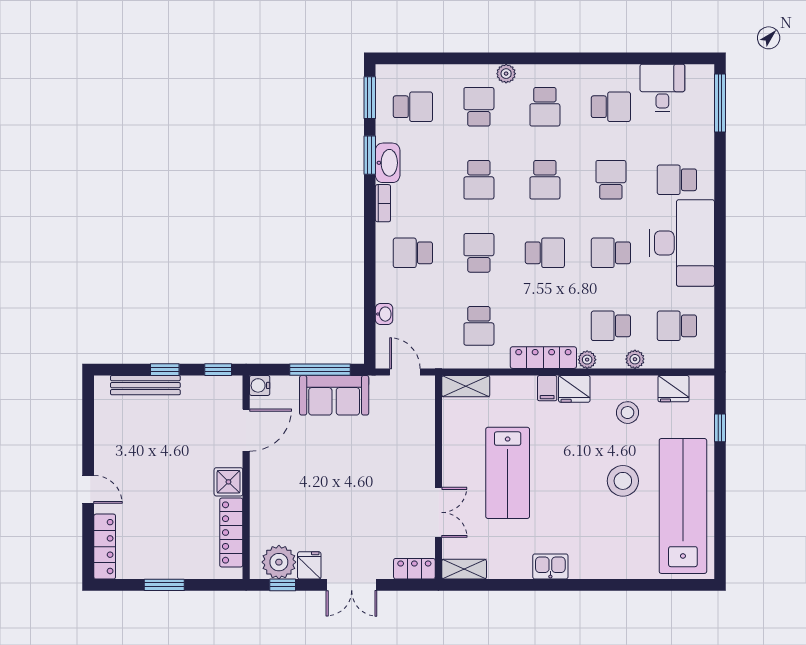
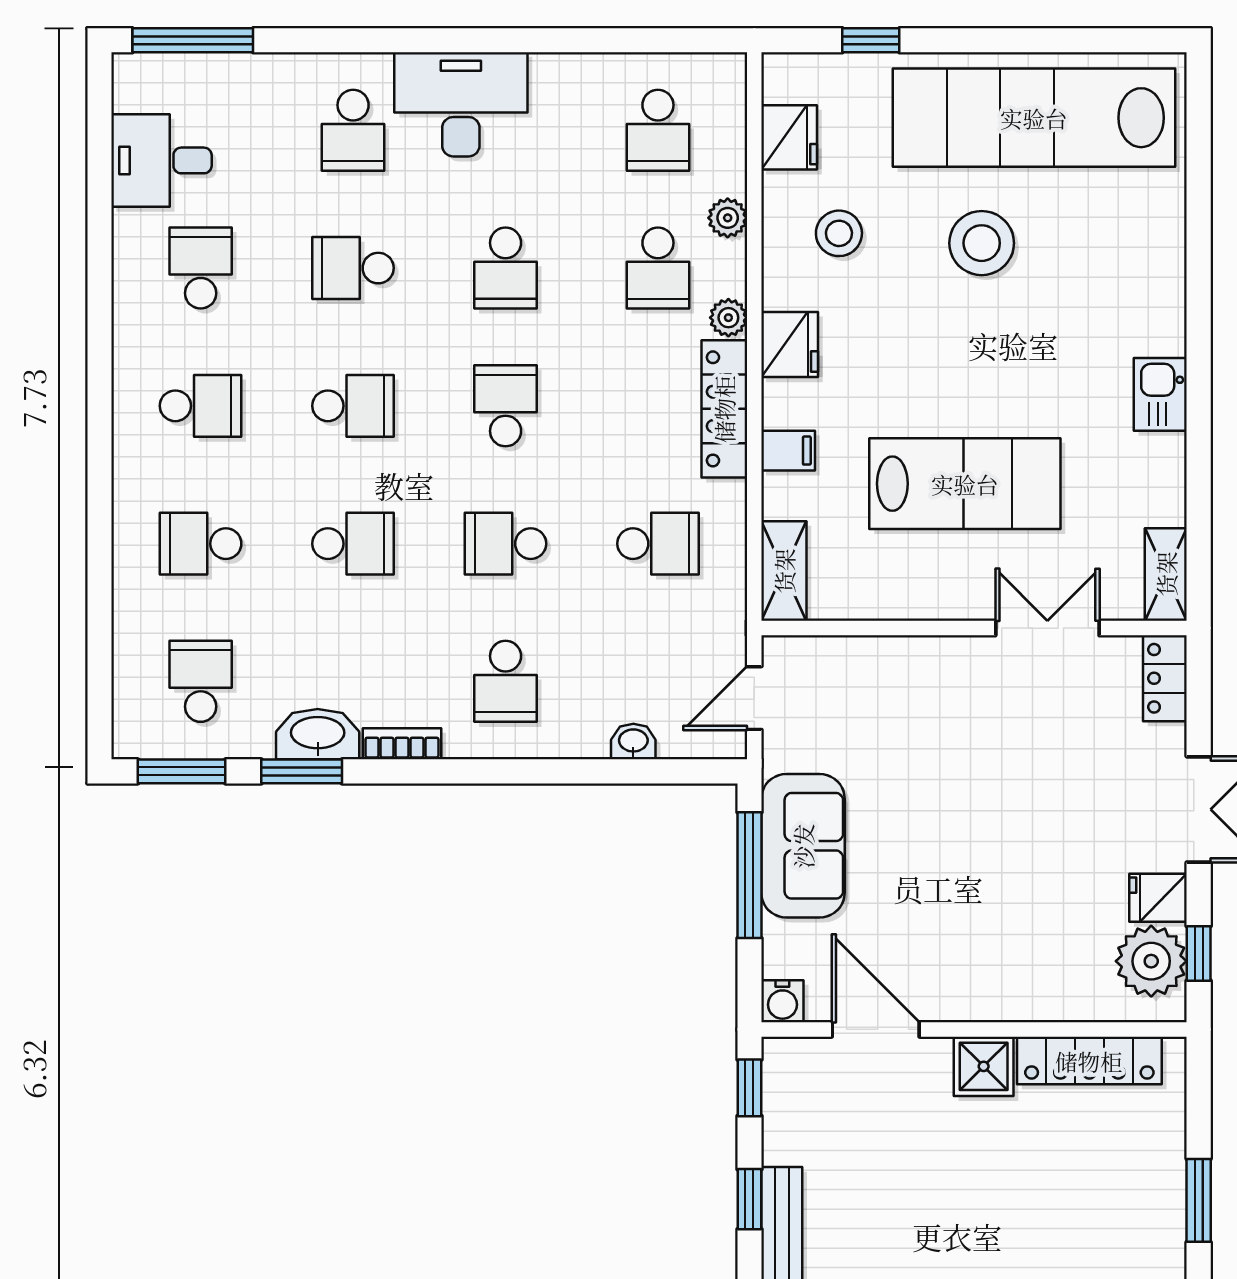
plant: (506, 74) -> (131, 487), removed
desk: (682, 243) -> (461, 104), width x0.73, depth x0.77
filing cabinet: (547, 388) -> (788, 451), moved

